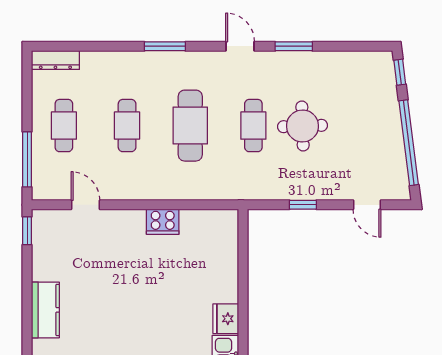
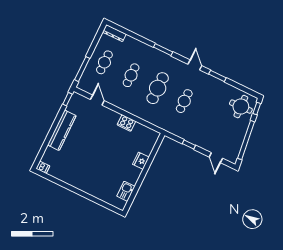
round table: (302, 126) -> (241, 107), moved
kitchen counter: (45, 310) -> (62, 130), width x1.50
fridge: (226, 319) -> (141, 161), moved

